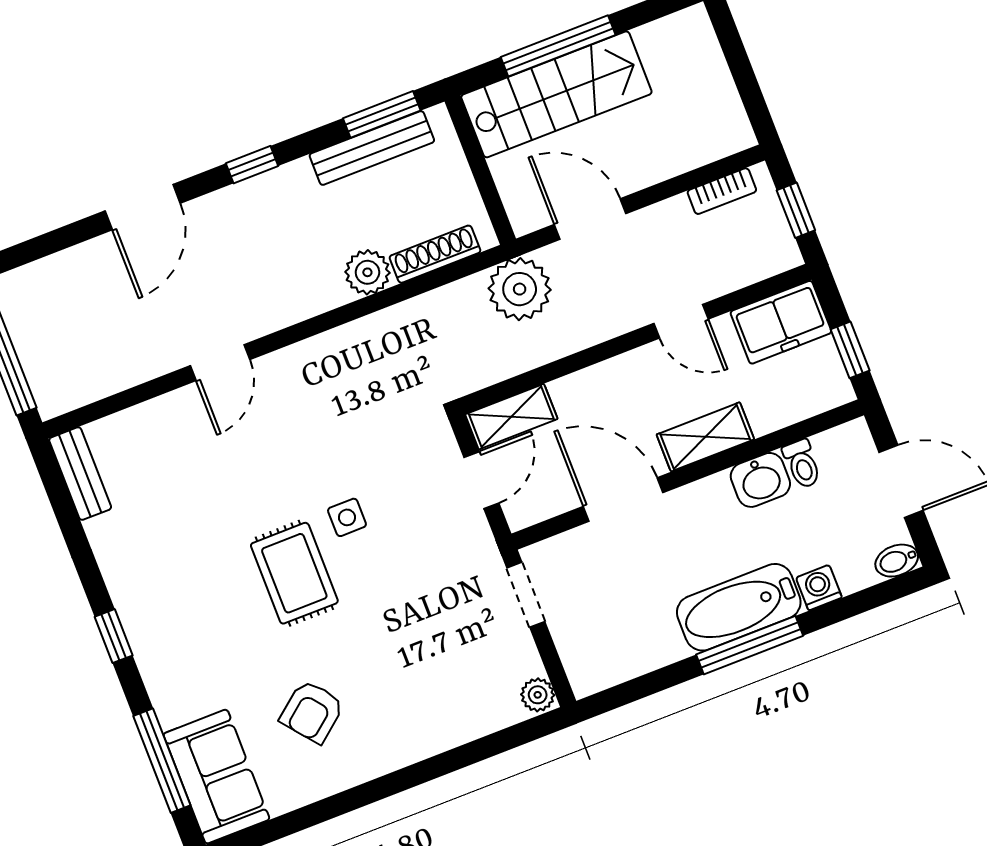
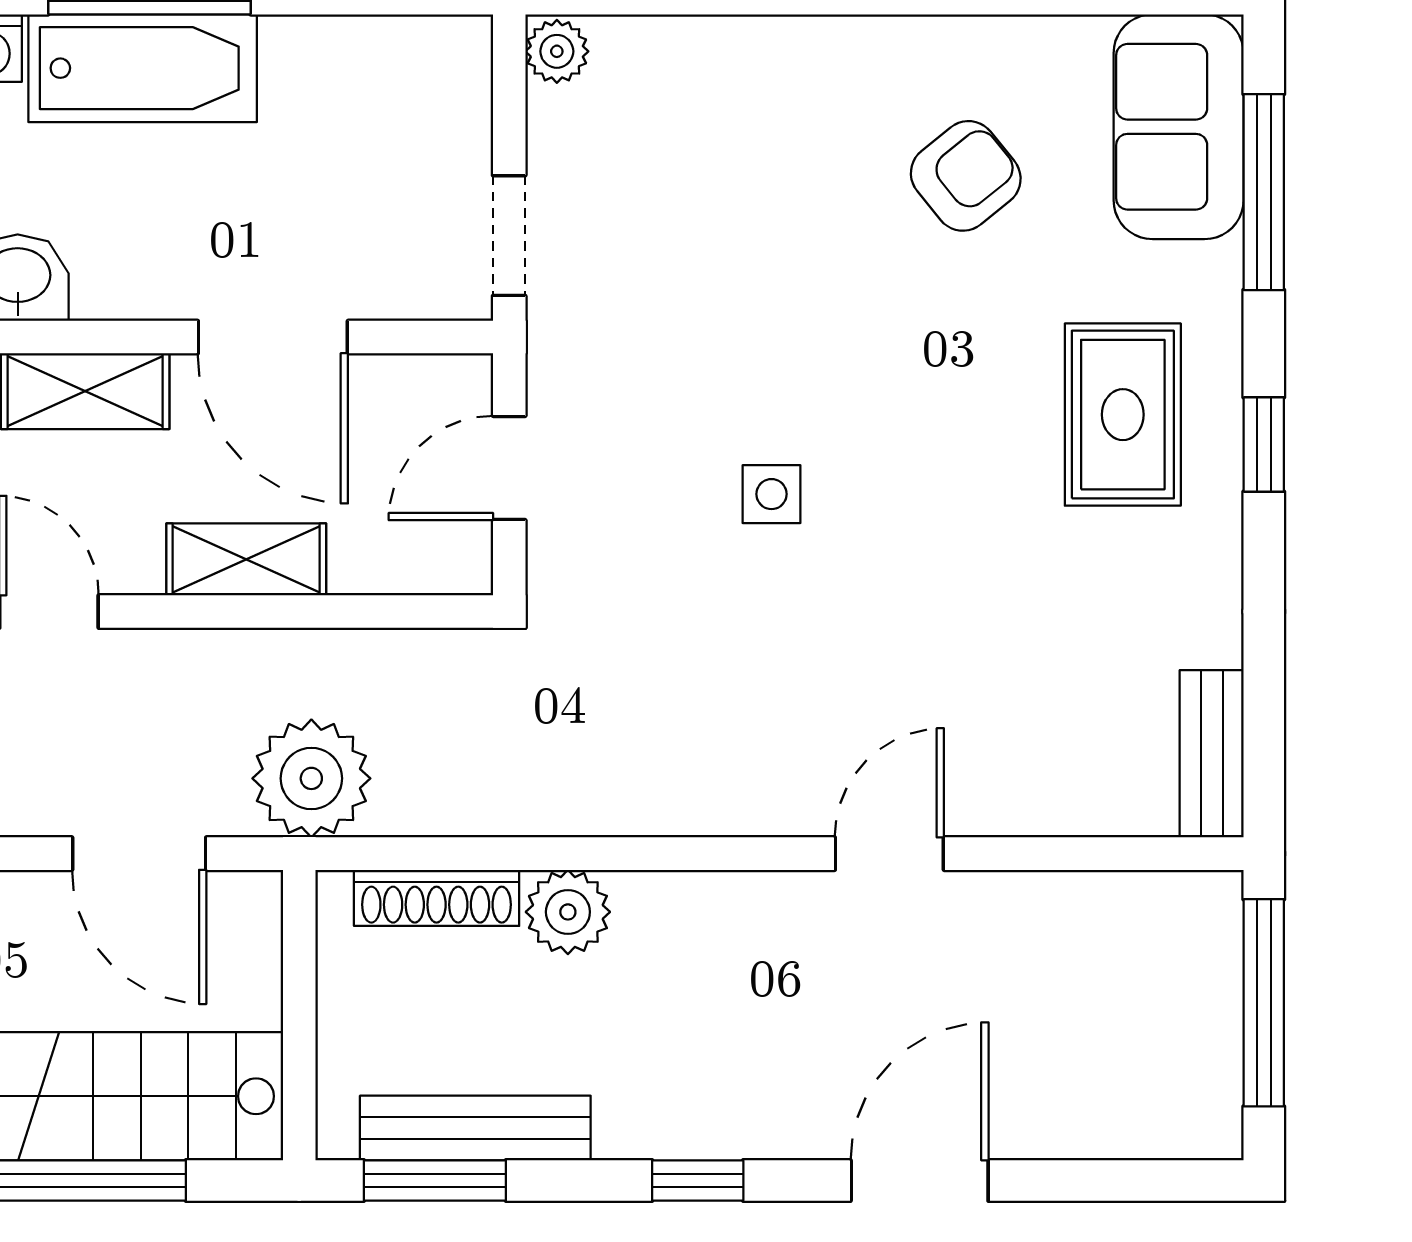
shelving: (511, 417) -> (246, 559), moved
rug: (294, 573) -> (1123, 415), moved

